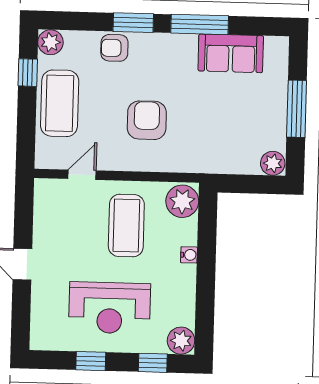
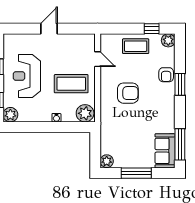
window: (200, 24) -> (180, 144), moved
armchair: (114, 48) -> (166, 75), turned 180
sofa: (231, 53) -> (165, 151), moved
coffee table: (60, 103) -> (136, 46), width x0.73, depth x0.76

